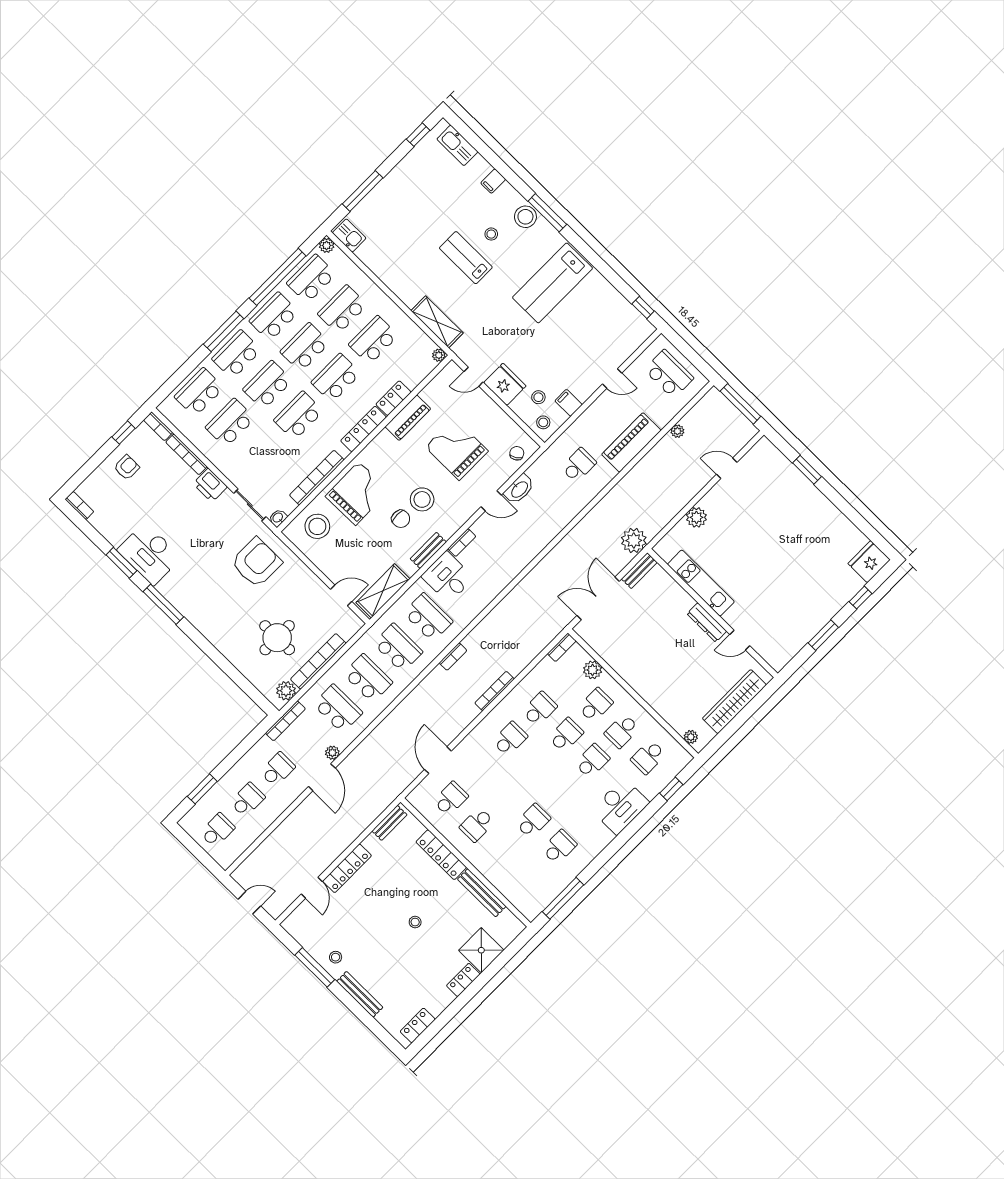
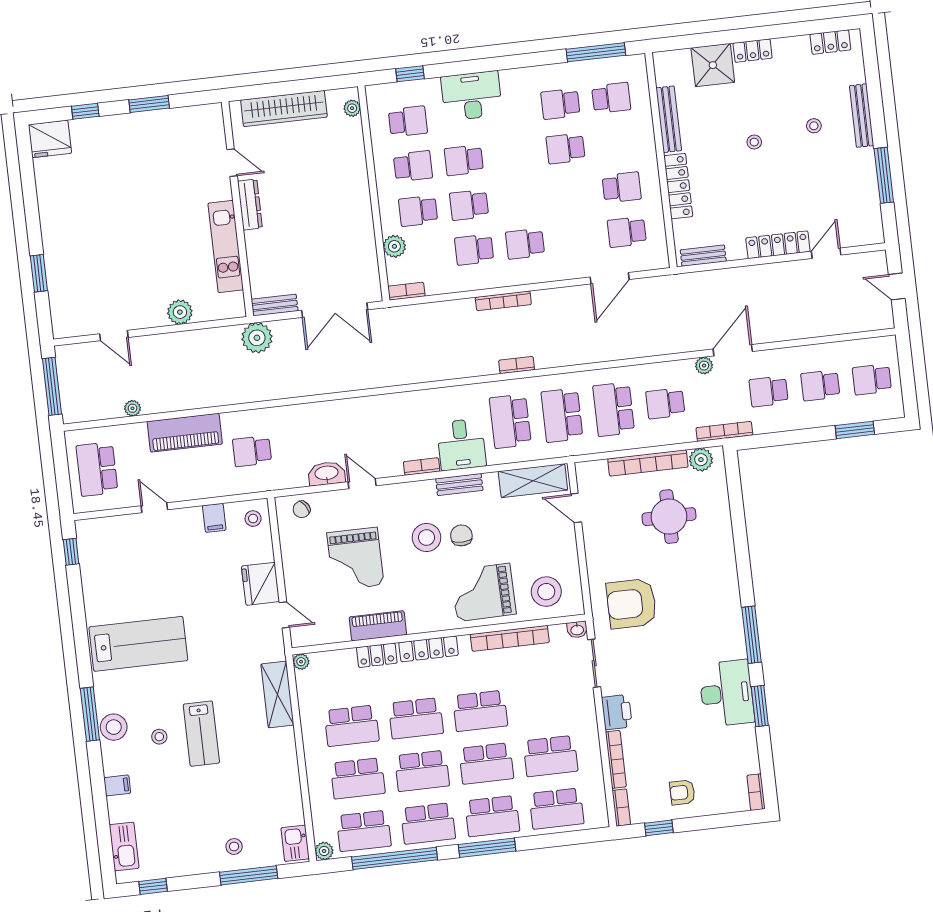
stool: (538, 397) -> (234, 846), moved
school desk: (338, 709) -> (665, 403), width x0.54
school desk: (530, 877) -> (611, 98), added
stool: (336, 957) -> (814, 126), moved

